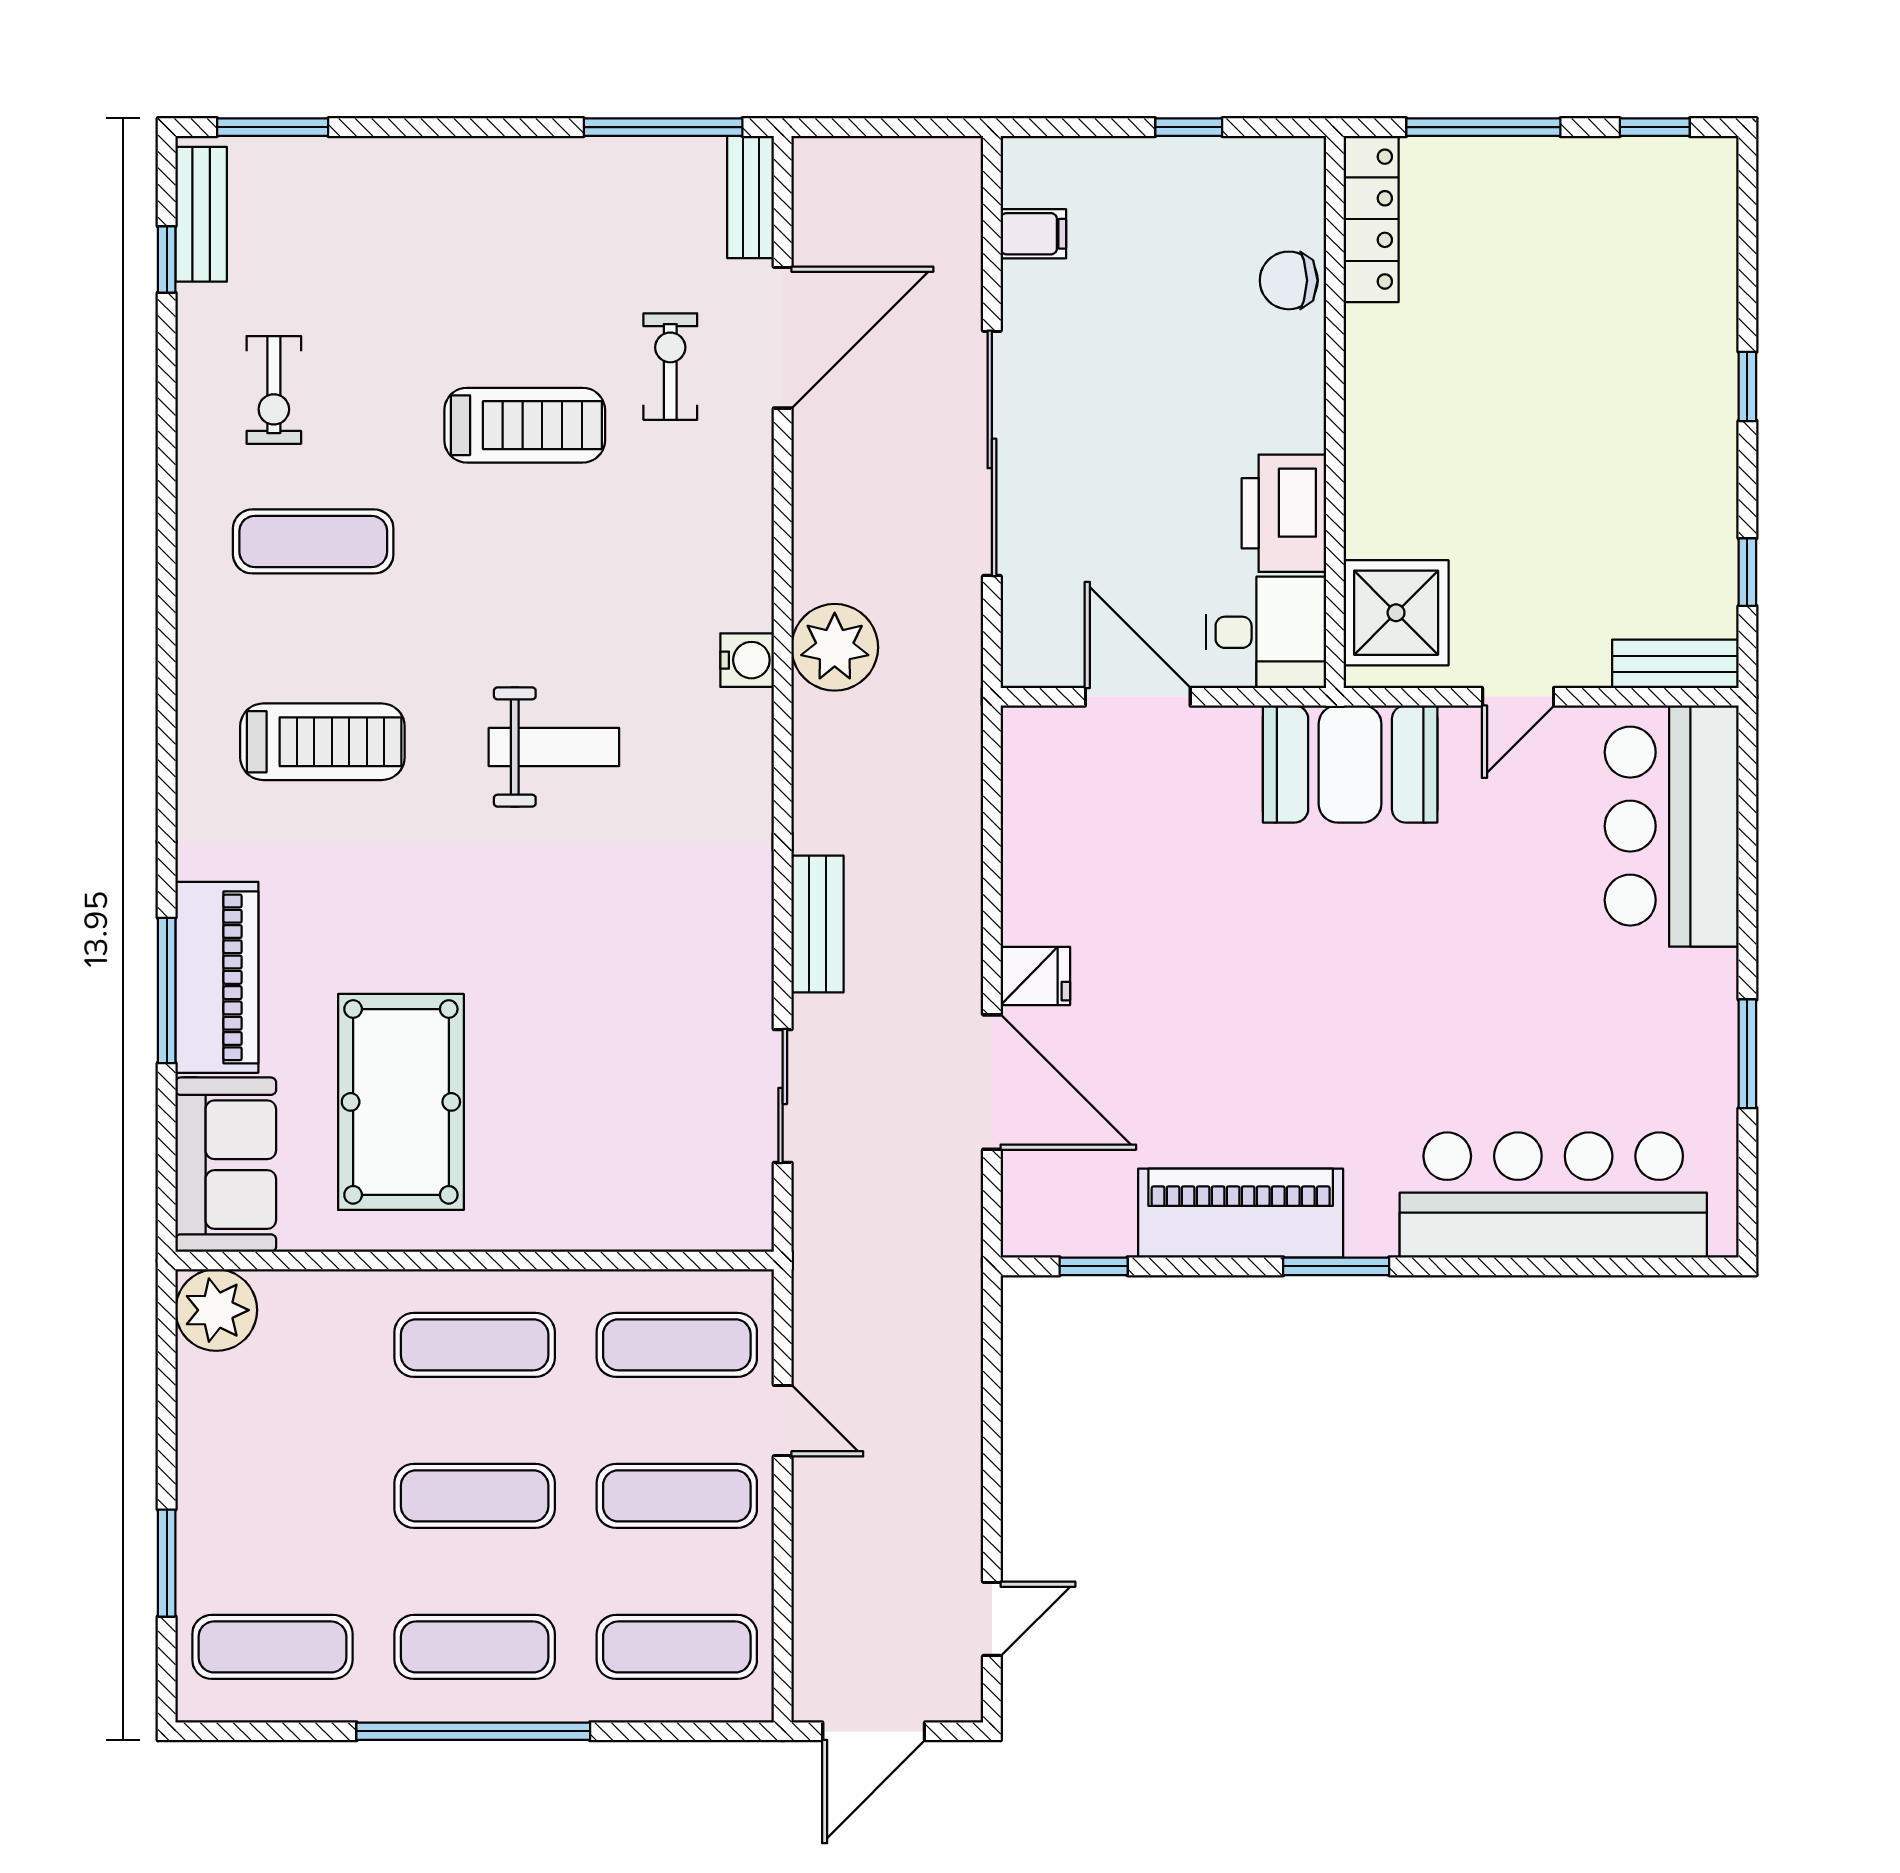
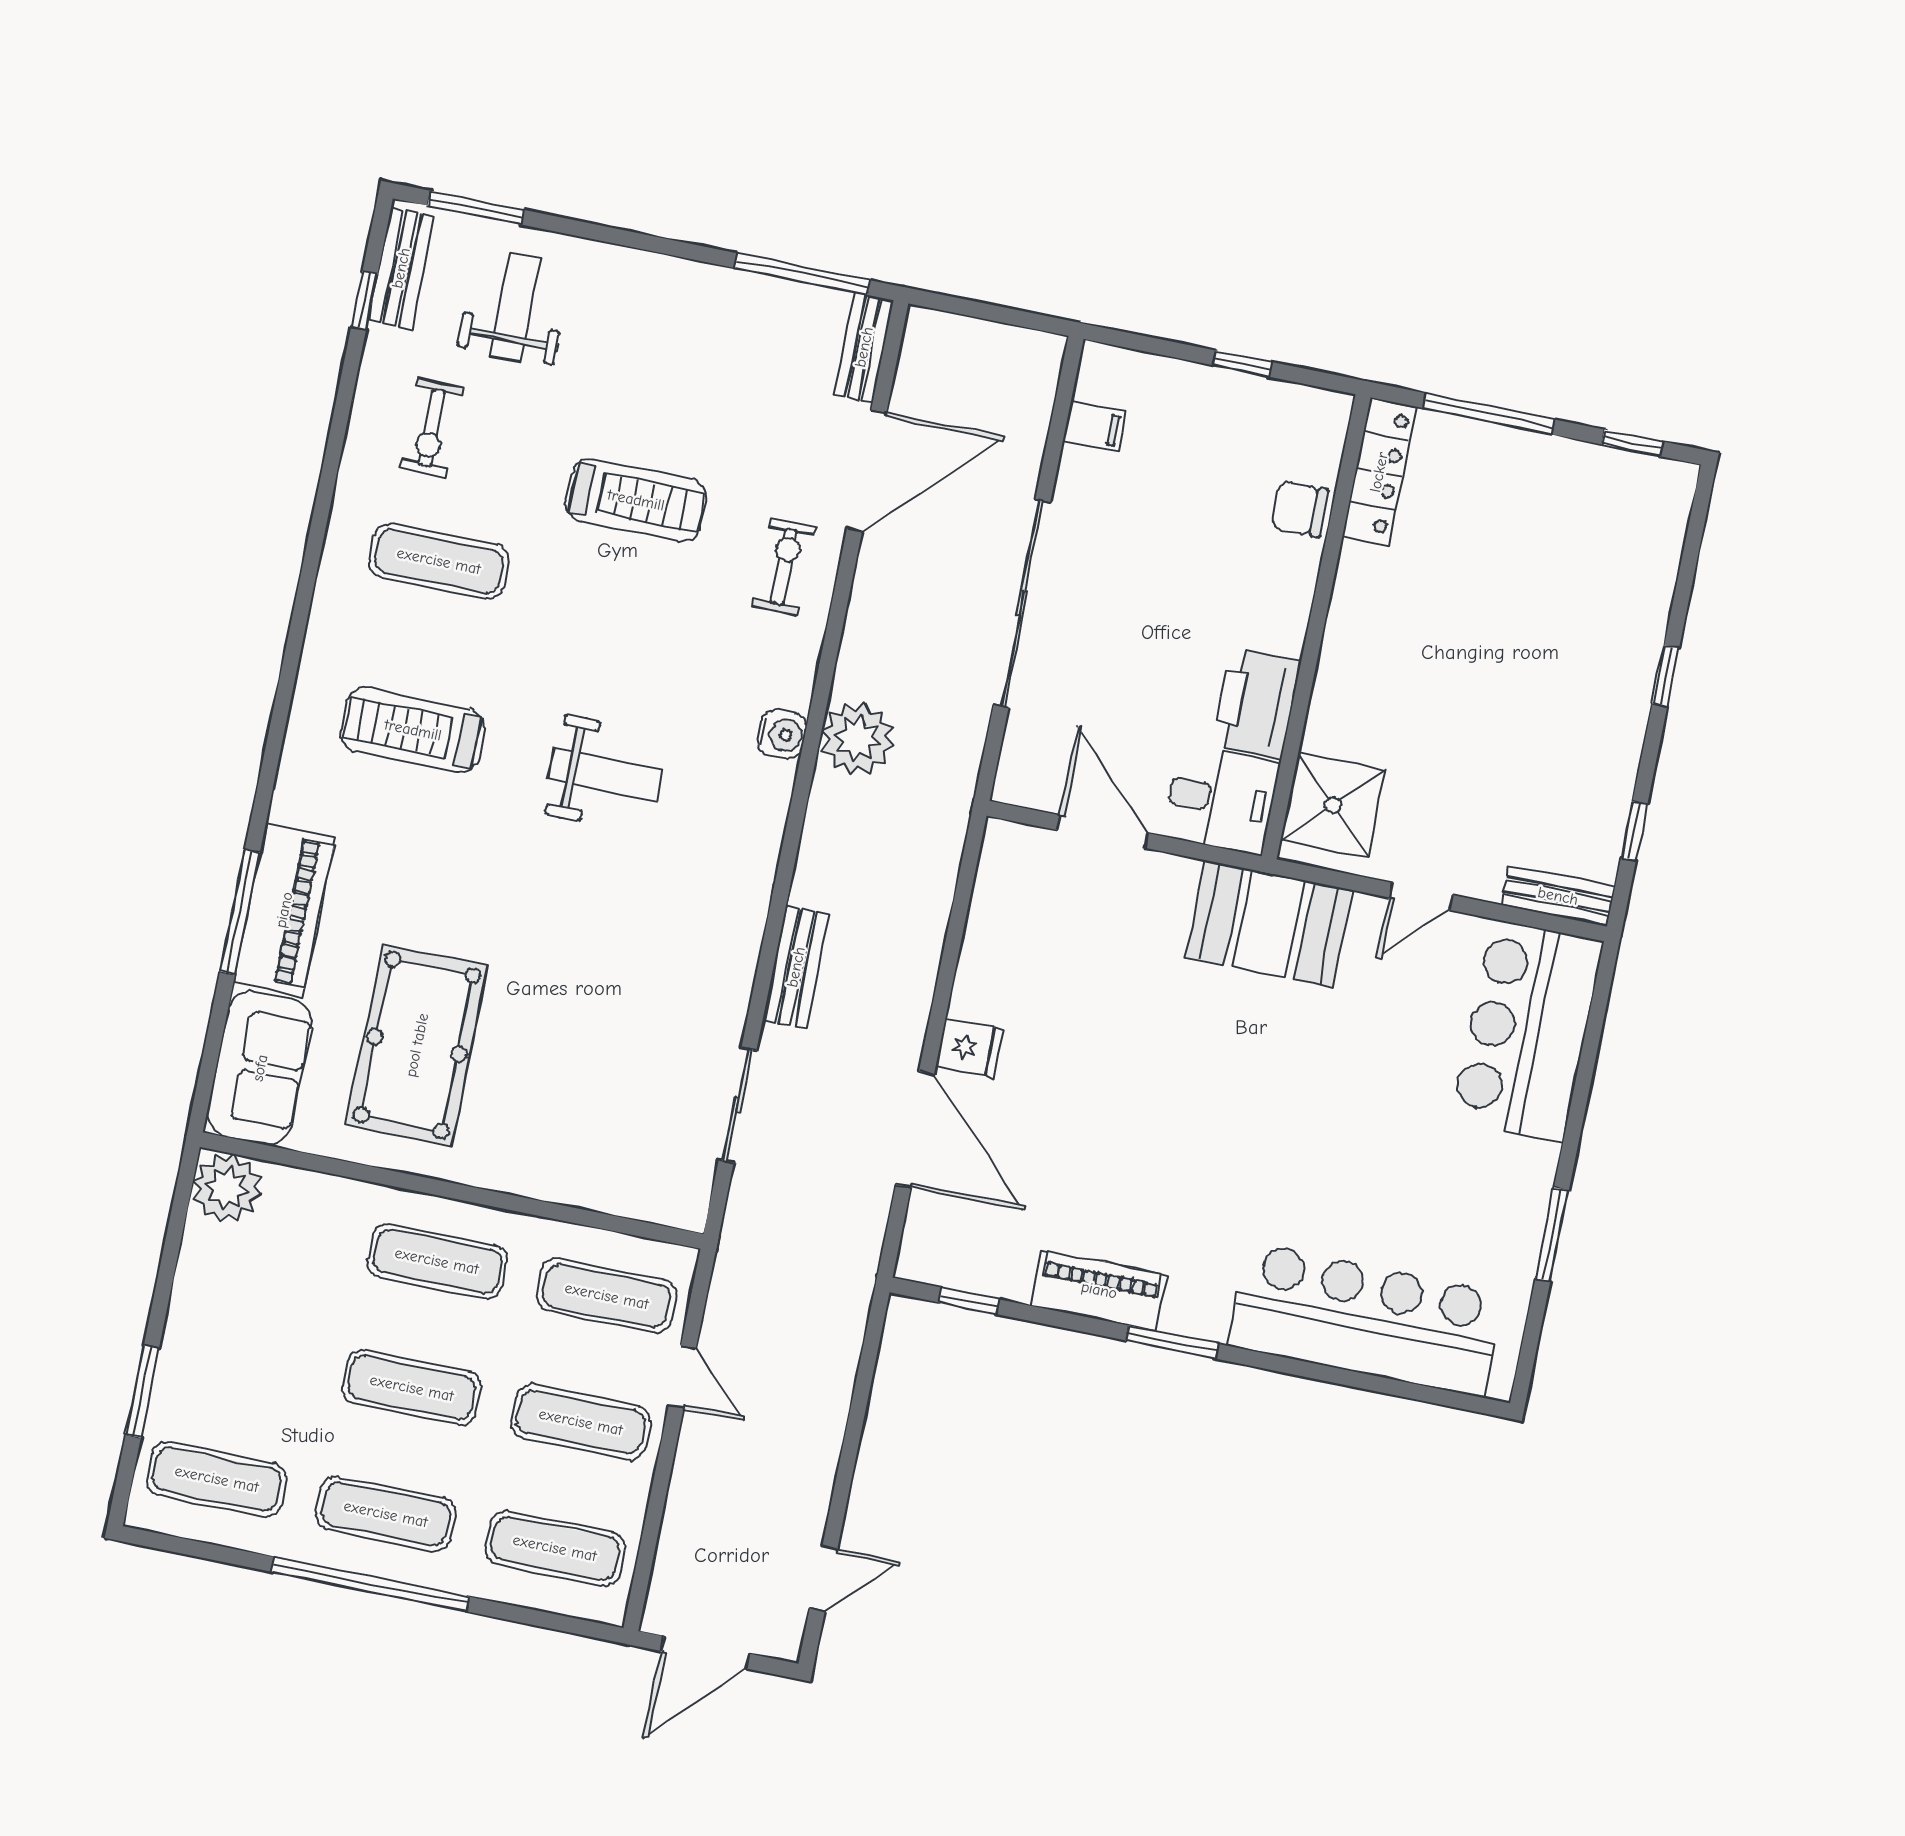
weight bench: (341, 232) -> (515, 307), added
exercise bike: (670, 367) -> (785, 567), moved
treadmill: (322, 742) -> (413, 730), turned 180
piano: (1241, 1213) -> (1099, 1290), width x0.73, depth x0.75

